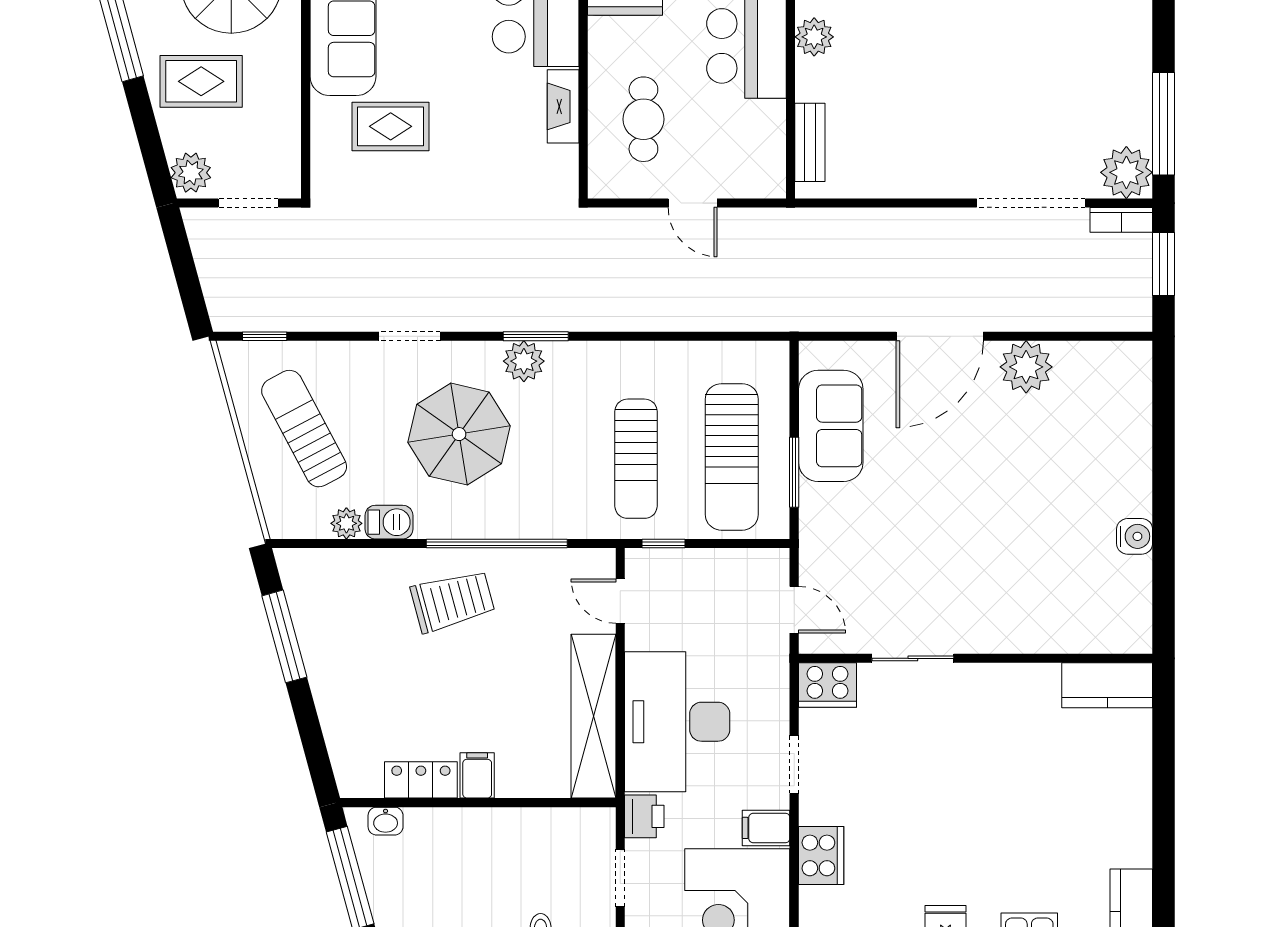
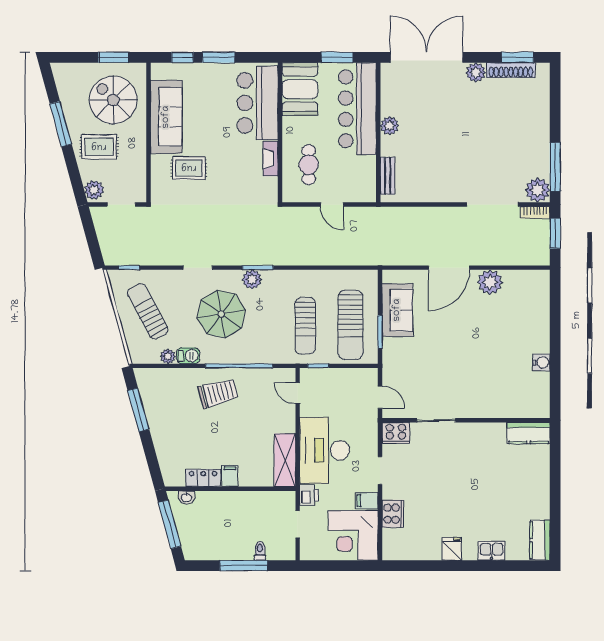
shelving: (593, 716) -> (285, 460), width x0.68

